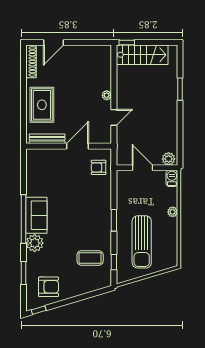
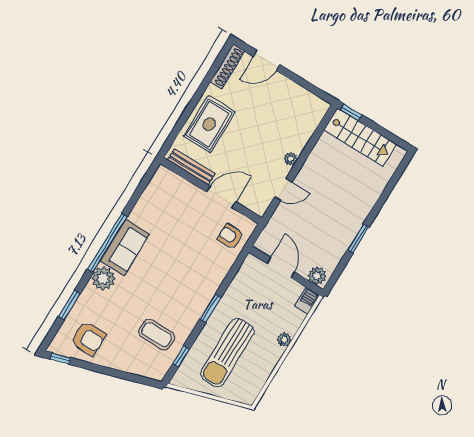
window: (180, 89) -> (358, 238), moved

